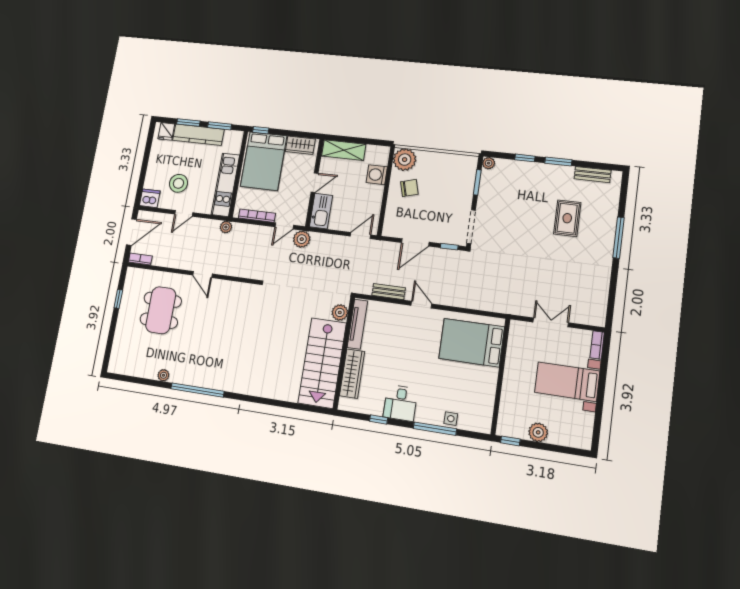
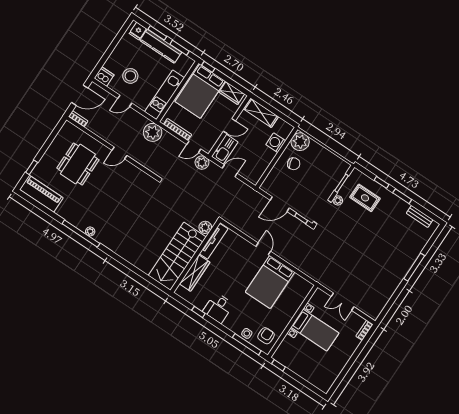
plant: (489, 163) -> (338, 200), moved
rug: (567, 218) -> (365, 198), moved, turned 90
plant: (226, 227) -> (153, 132), width x1.88, depth x1.88
door: (361, 236) -> (230, 171), moved
door: (203, 274) -> (119, 153), hinge flipped
bench: (389, 292) -> (245, 229), removed
window: (118, 299) -> (32, 167), moved
double door: (551, 322) -> (342, 302), swing flipped
bed: (472, 343) -> (270, 282), moved, turned -90
piano: (133, 365) -> (41, 194), added
plant: (163, 375) -> (90, 231), moved
bed with nightstands: (567, 382) -> (315, 330), moved, turned 180
armchair: (476, 410) -> (266, 336), added
window: (435, 429) -> (247, 344), moved
plant: (538, 432) -> (299, 368), removed

